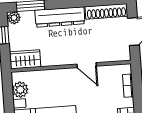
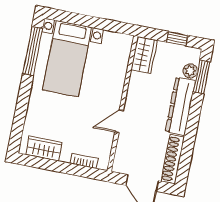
plant: (14, 18) -> (190, 71), moved
plant: (20, 90) -> (112, 40), removed

